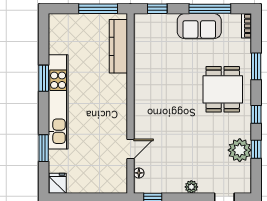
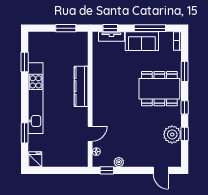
window: (98, 9) -> (66, 28), width x0.69
tv unit: (159, 20) -> (111, 36), added
kitchen counter: (118, 46) -> (81, 86), moved
window: (44, 78) -> (25, 62), moved
dining table: (223, 89) -> (159, 89), width x1.38
plant: (191, 187) -> (119, 162), moved

